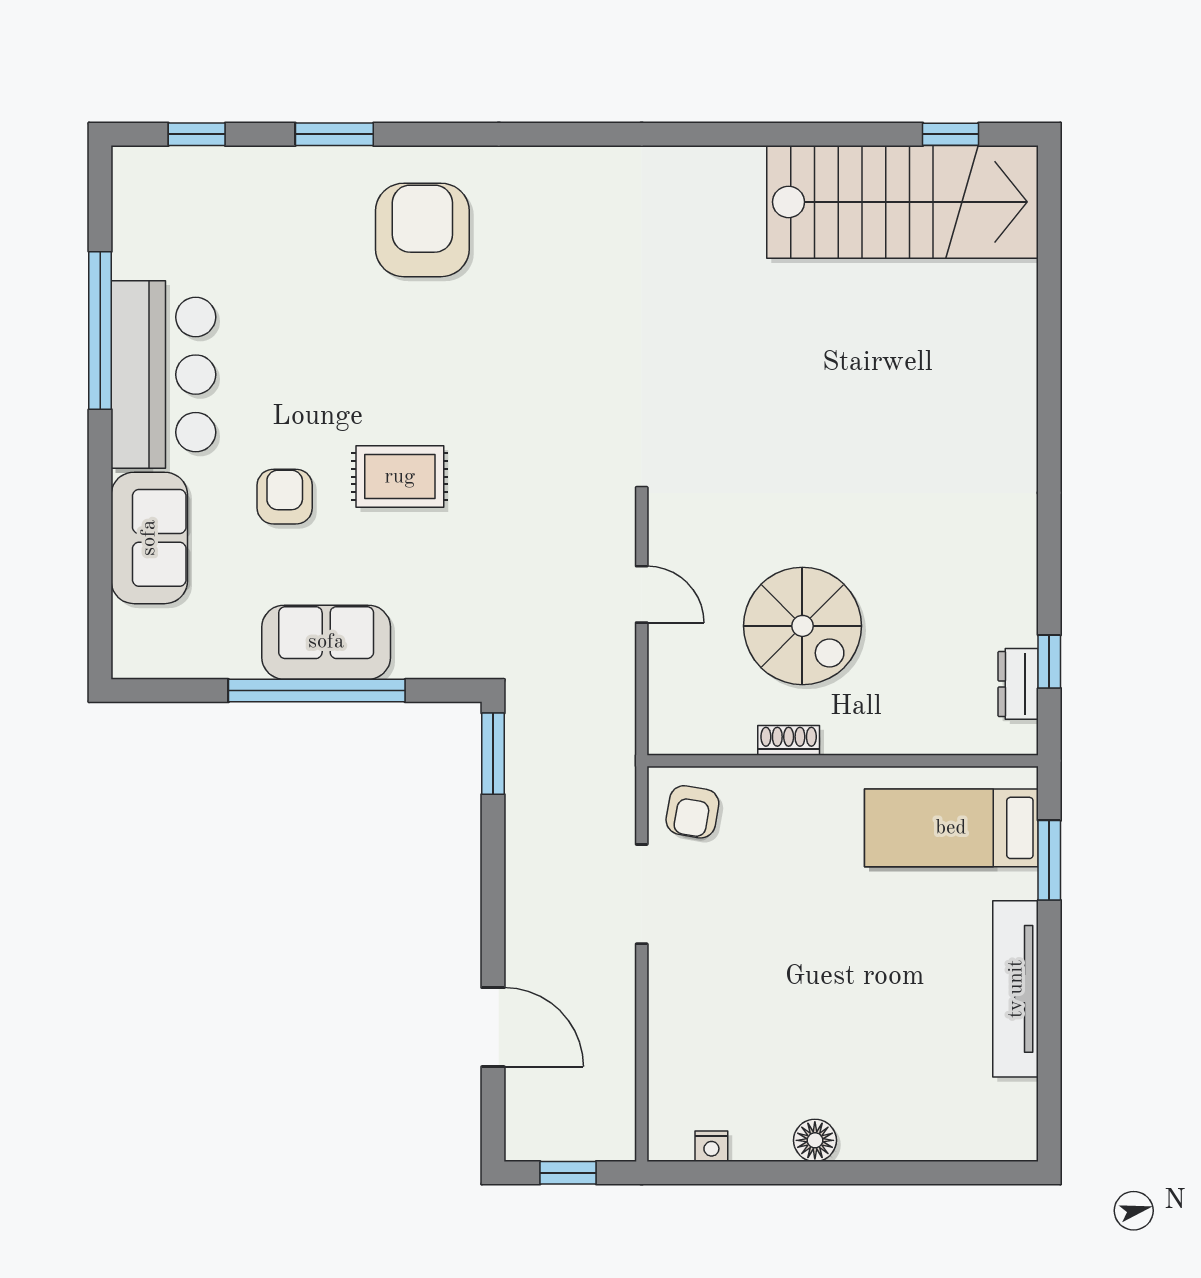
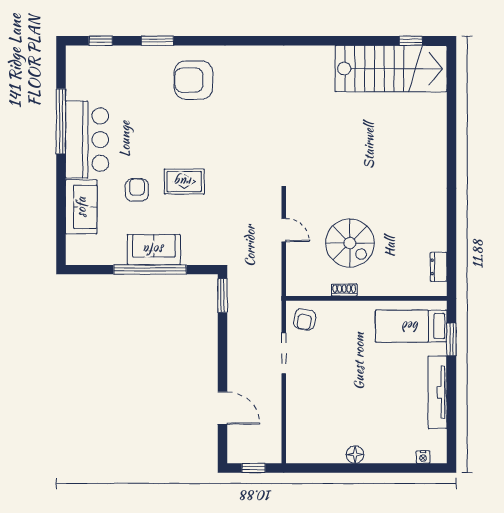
armchair: (422, 230) -> (193, 80), turned -90
window: (1049, 662) -> (451, 258), removed
nightstand: (711, 1146) -> (423, 457), moved

